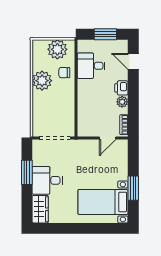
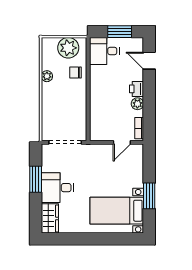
desk: (91, 66) -> (104, 51), moved
plant: (42, 81) -> (47, 76), width x0.53, depth x0.53

